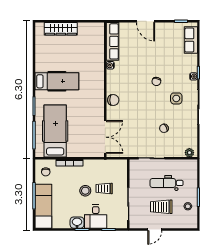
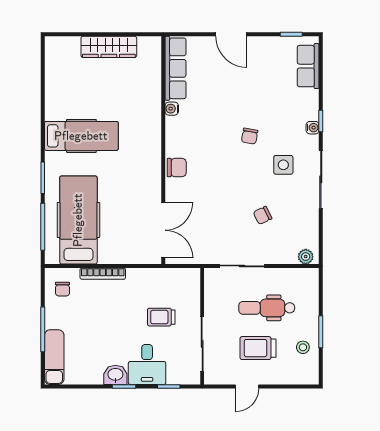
wardrobe: (61, 29) -> (109, 47), moved
stool: (85, 191) -> (130, 321), removed
exam couch: (43, 206) -> (54, 357), width x0.73, depth x0.69

